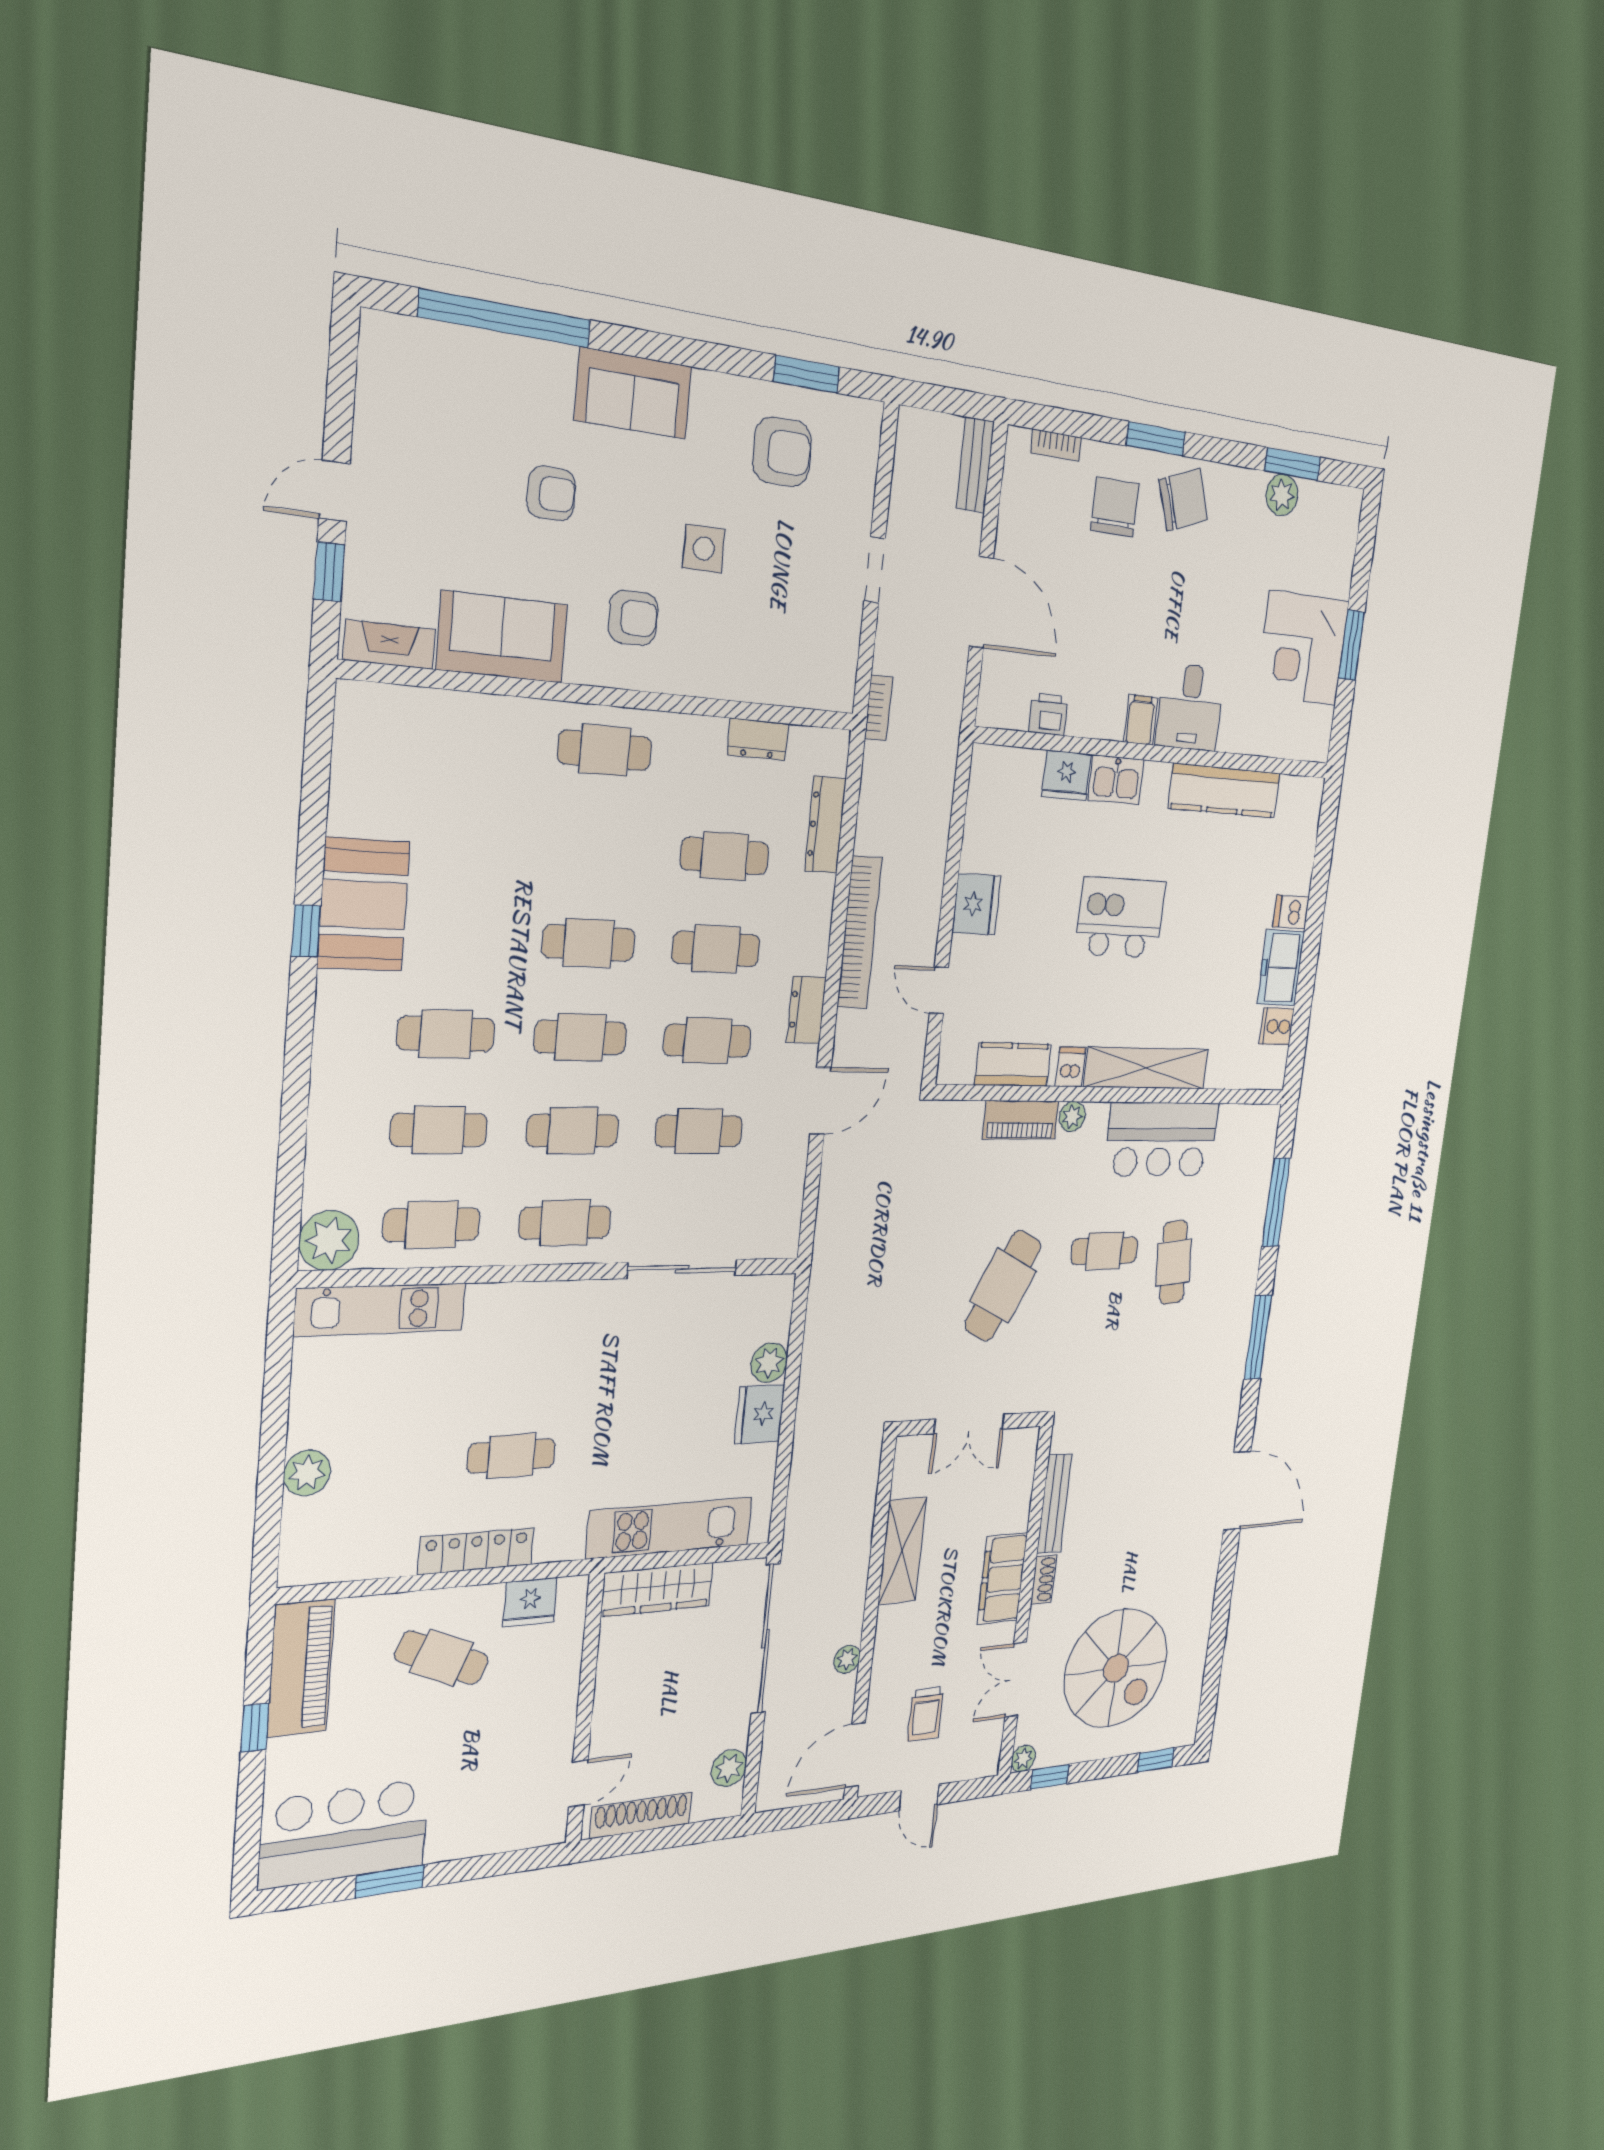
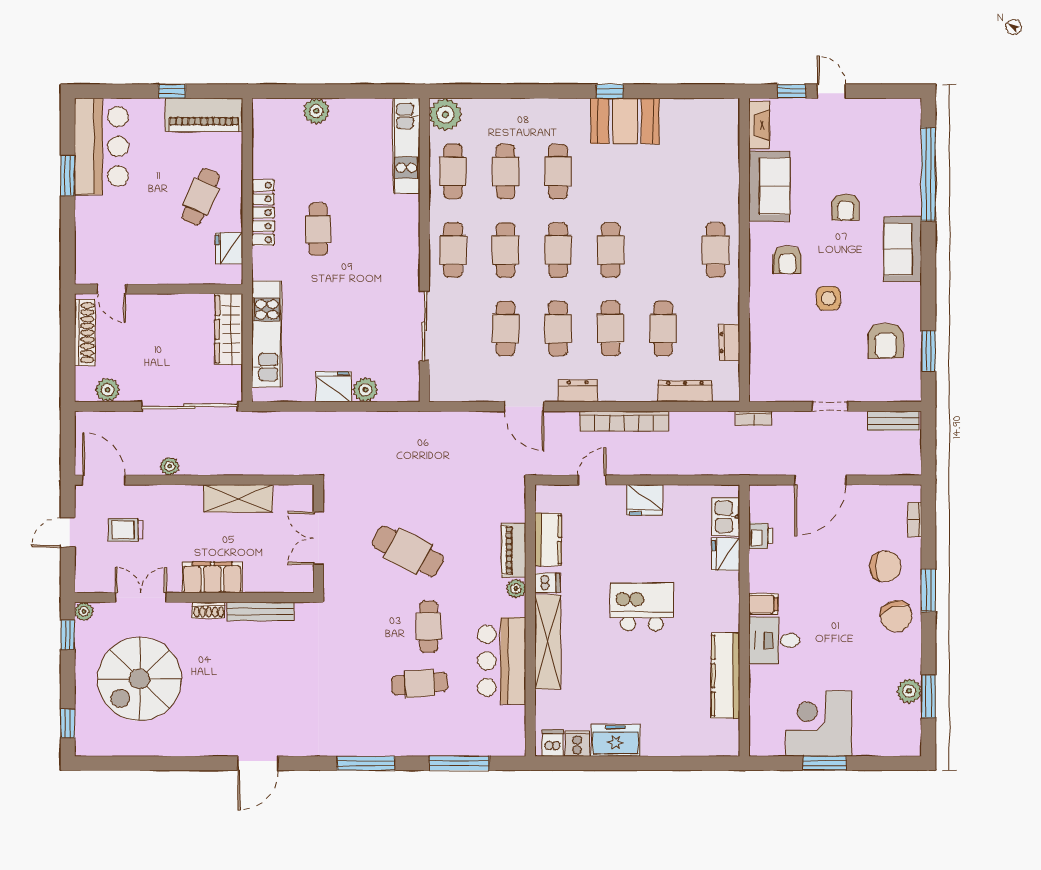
bench: (975, 465) -> (893, 421), moved
kitchen sink: (1116, 780) -> (726, 517), moved
dishwasher: (1291, 912) -> (553, 743), moved
kitchen island: (1120, 918) -> (642, 607), turned -90
door: (1237, 1491) -> (258, 763), width x0.73

